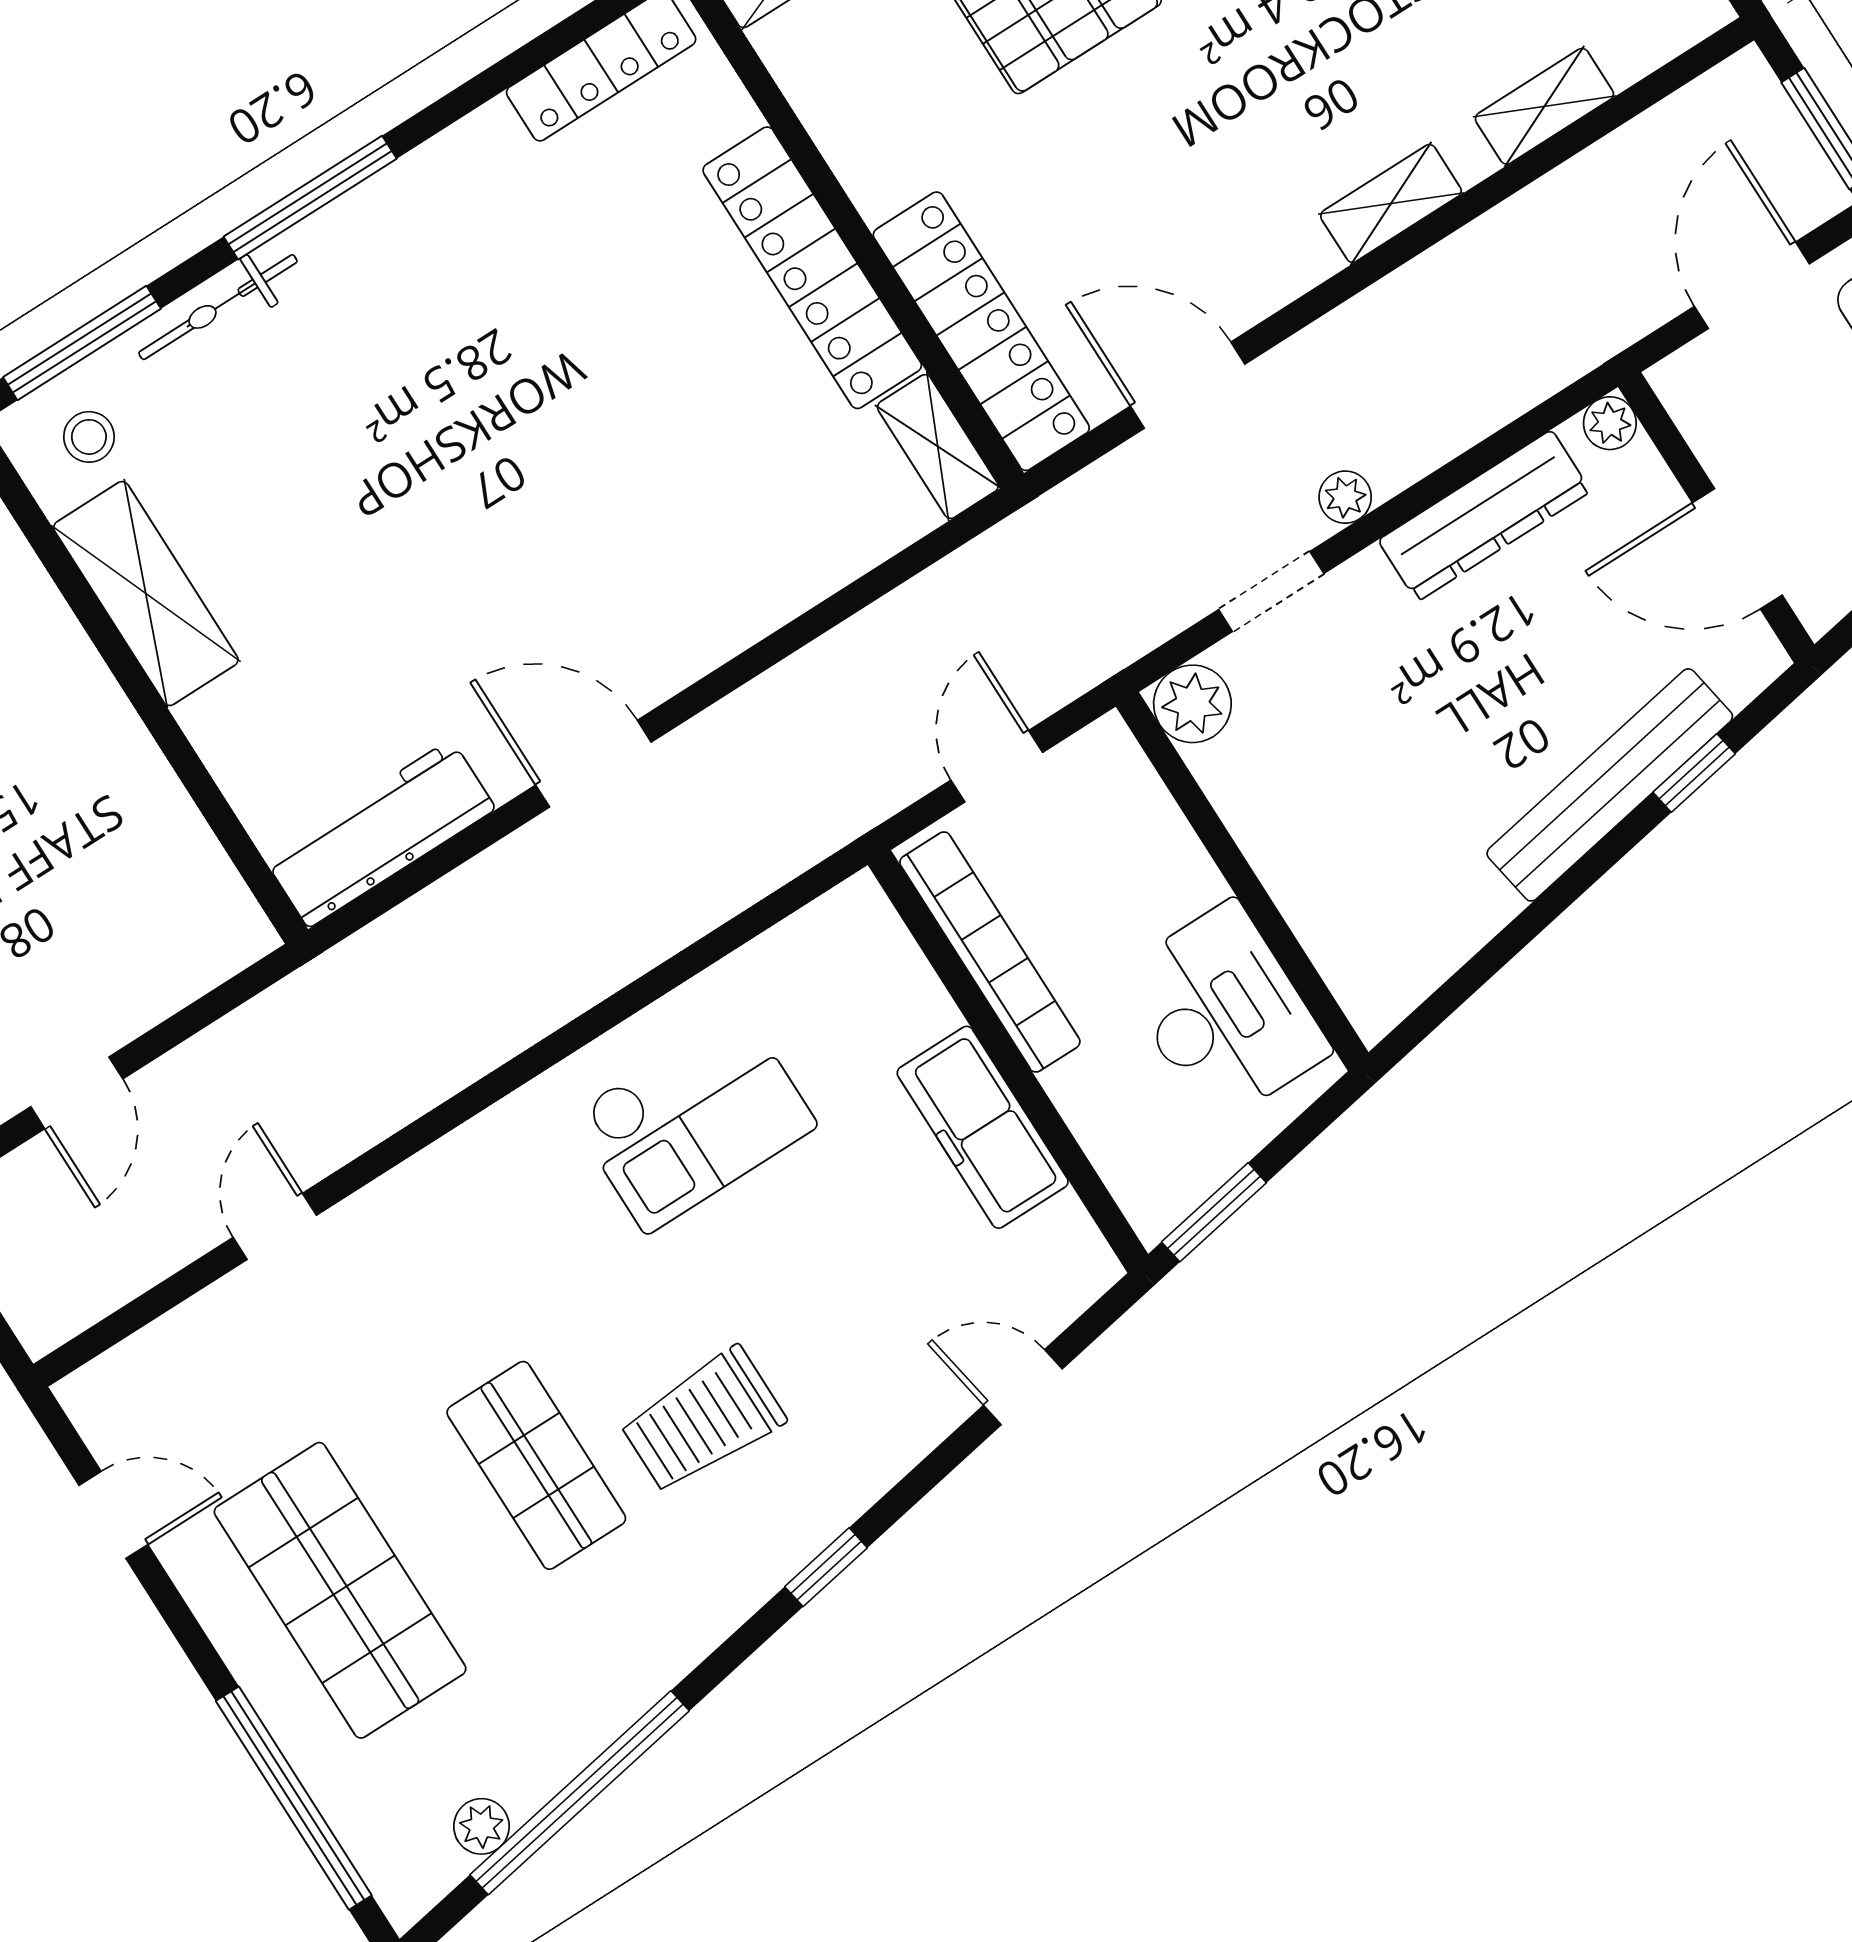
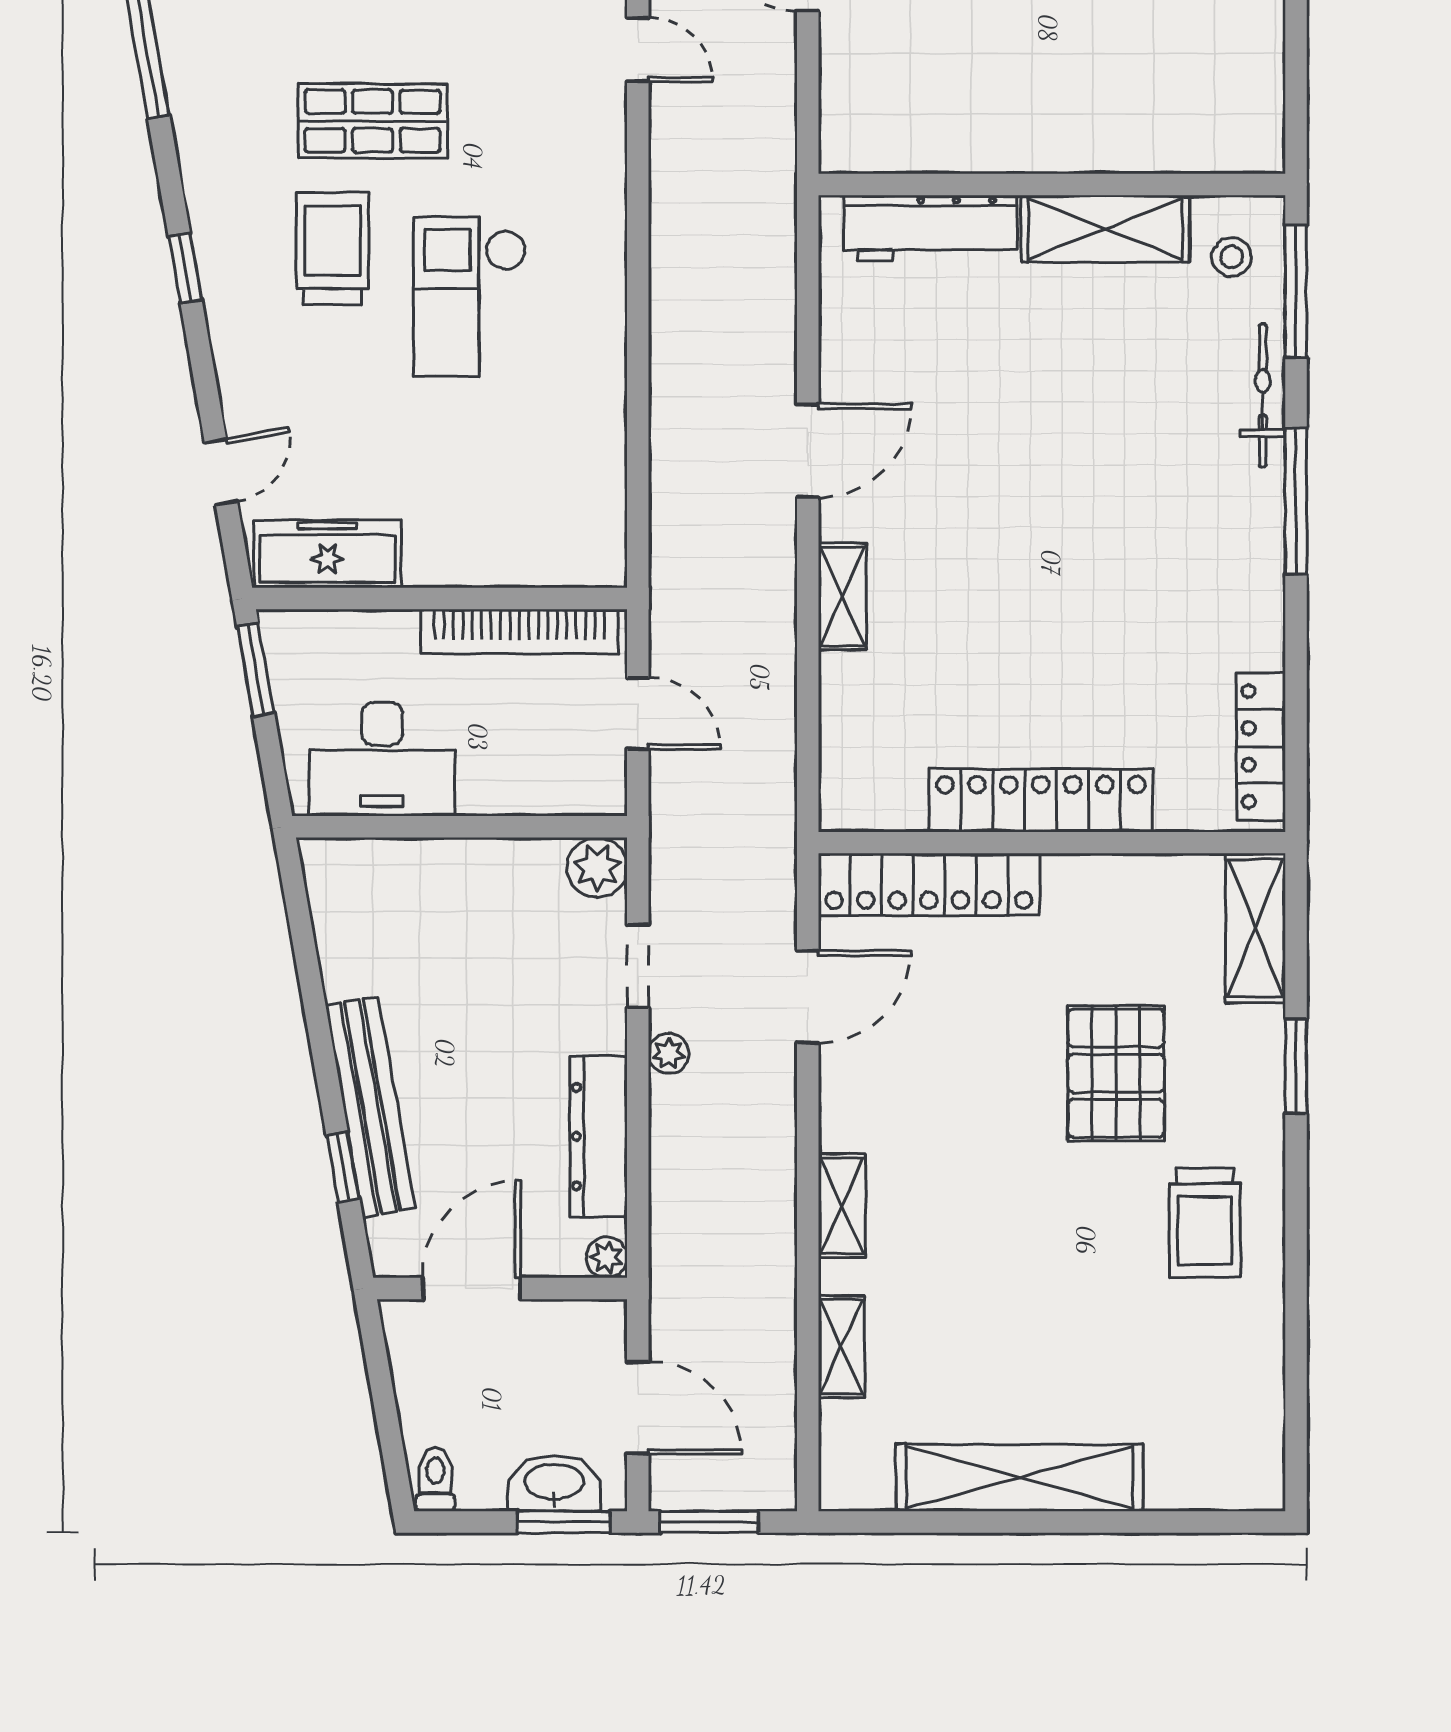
shelving: (938, 447) -> (842, 597), moved, turned 90
workbench: (380, 834) -> (930, 228), moved, turned 90
checkout: (694, 1120) -> (470, 297), moved
freezer: (983, 1127) -> (327, 554), moved

